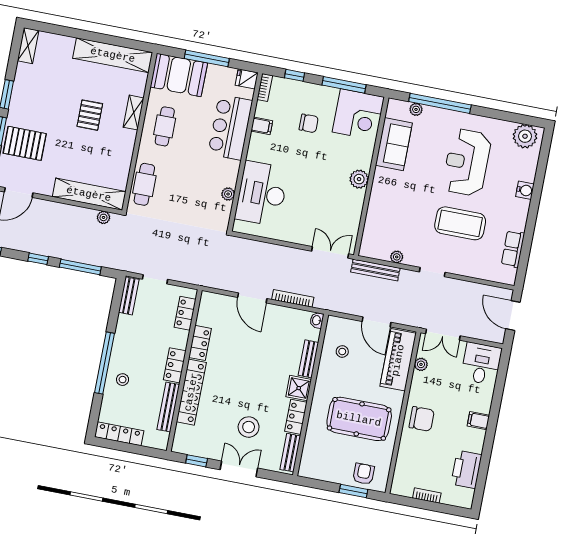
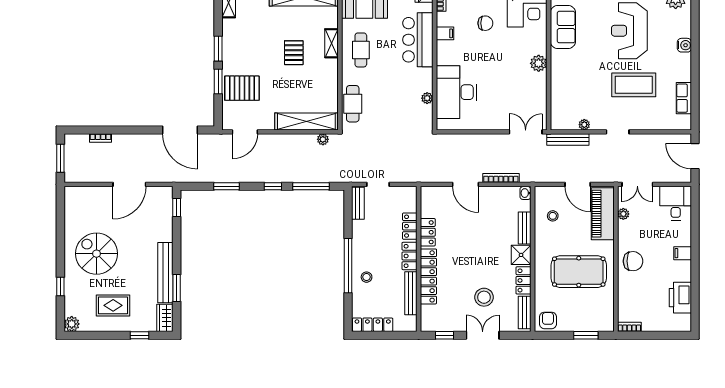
locker: (185, 313) -> (410, 226), moved
armchair: (364, 474) -> (548, 320), moved
bookcase: (427, 495) -> (629, 327), moved

